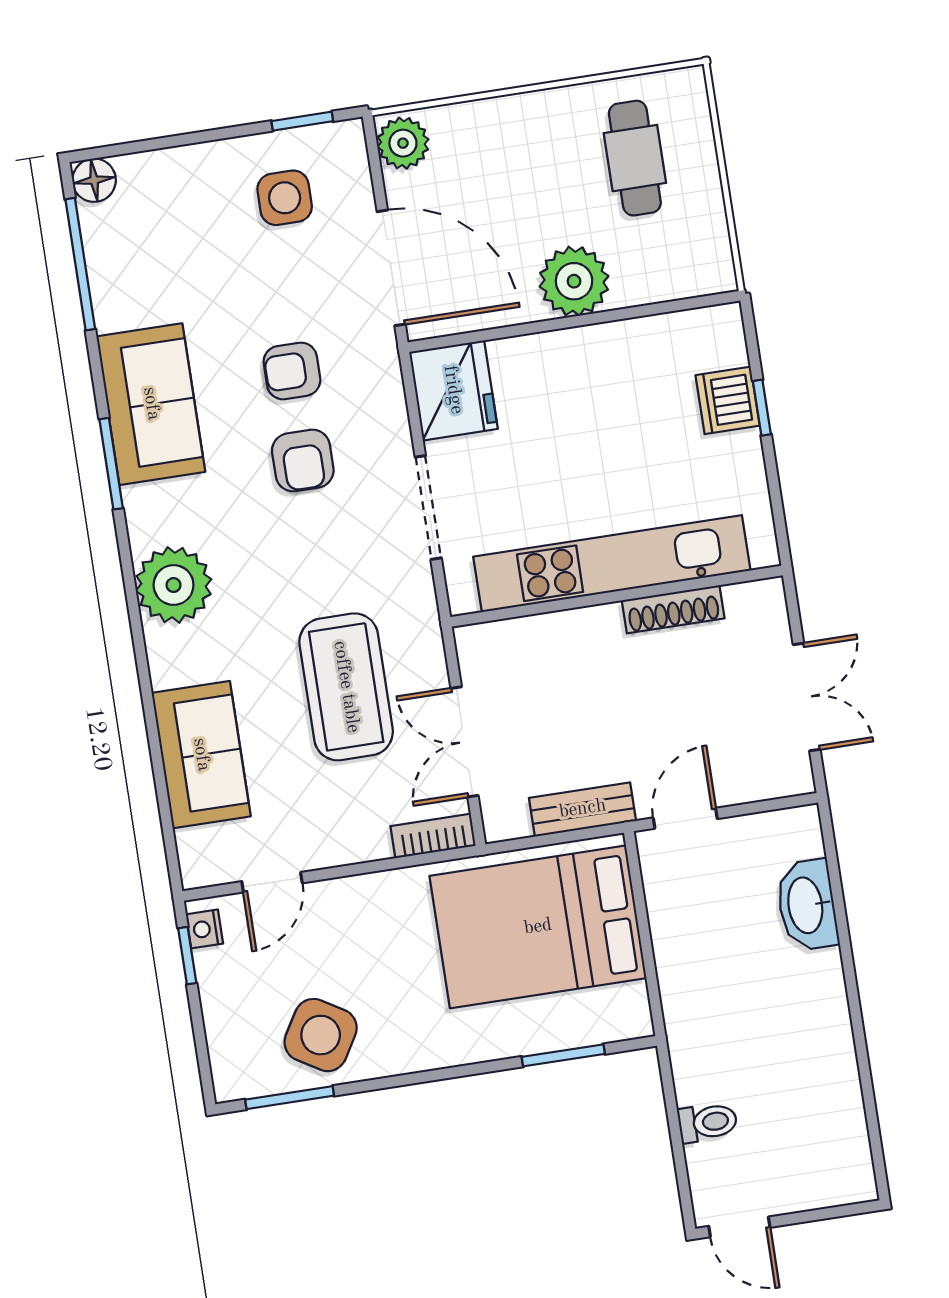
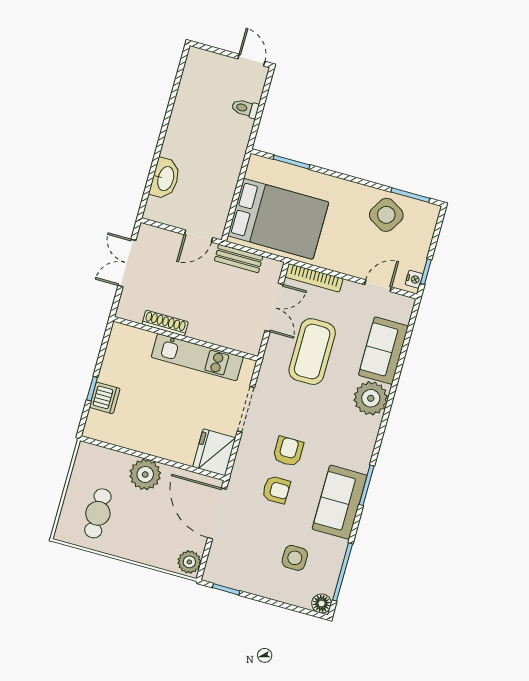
side table: (285, 198) -> (295, 558), moved
kitchen unit: (612, 564) -> (197, 357), width x0.73
plant: (174, 585) -> (371, 398), moved
bookcase: (433, 836) -> (314, 278), width x1.56

